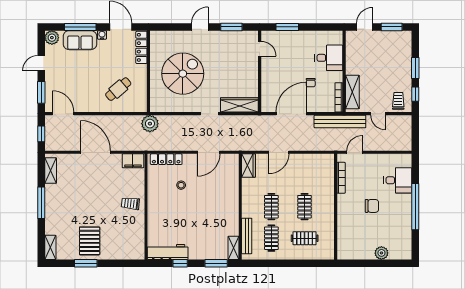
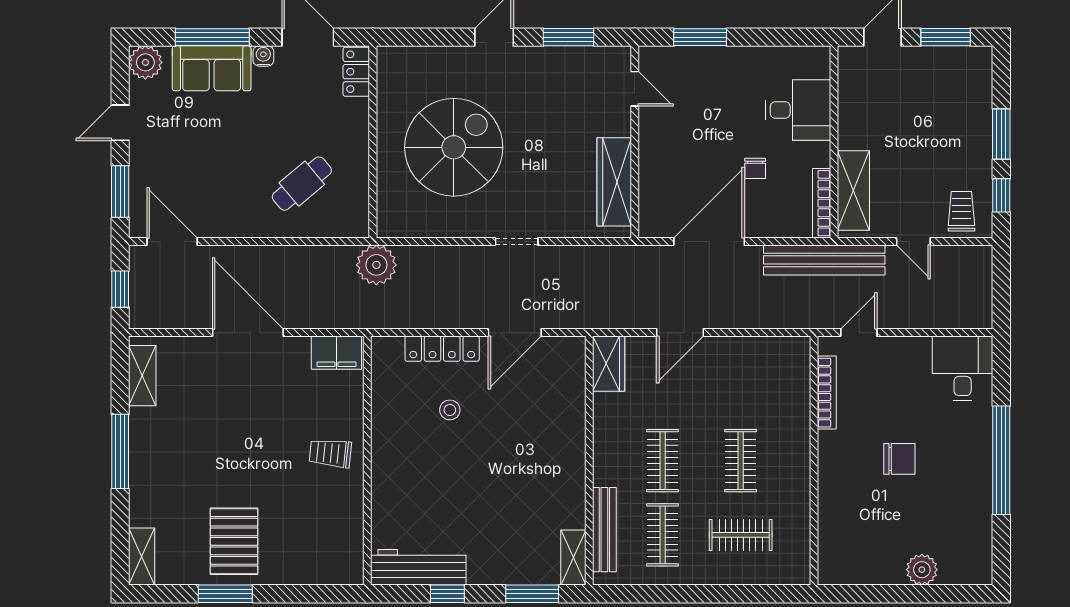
locker: (141, 47) -> (356, 72), width x0.66
wardrobe: (239, 105) -> (614, 182), moved, turned -90
locker: (166, 159) -> (442, 349), moved
desk: (398, 180) -> (963, 368), moved, turned -90

